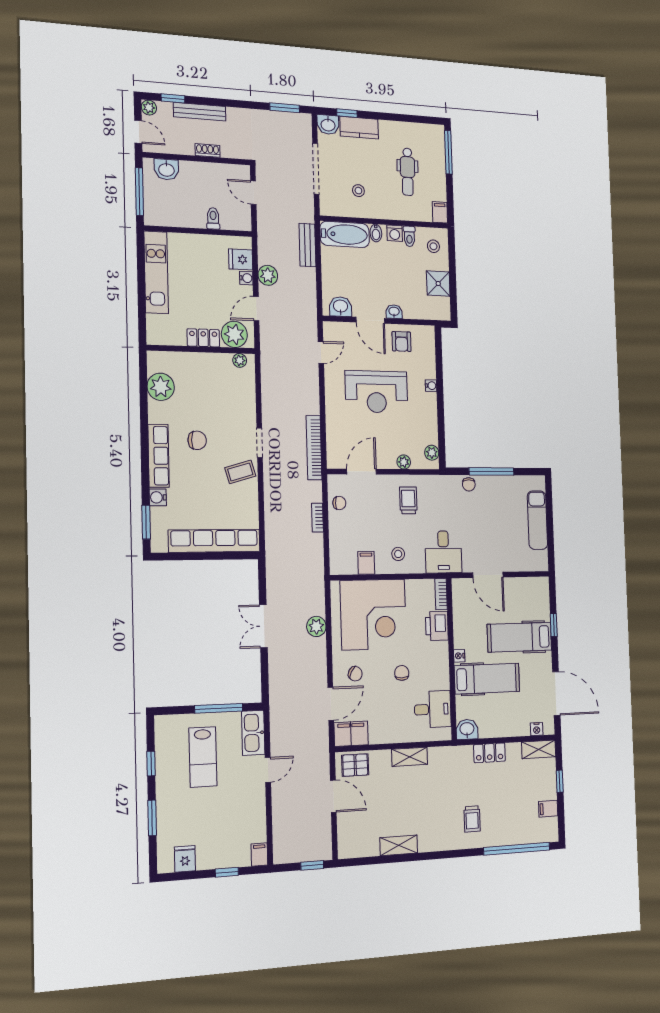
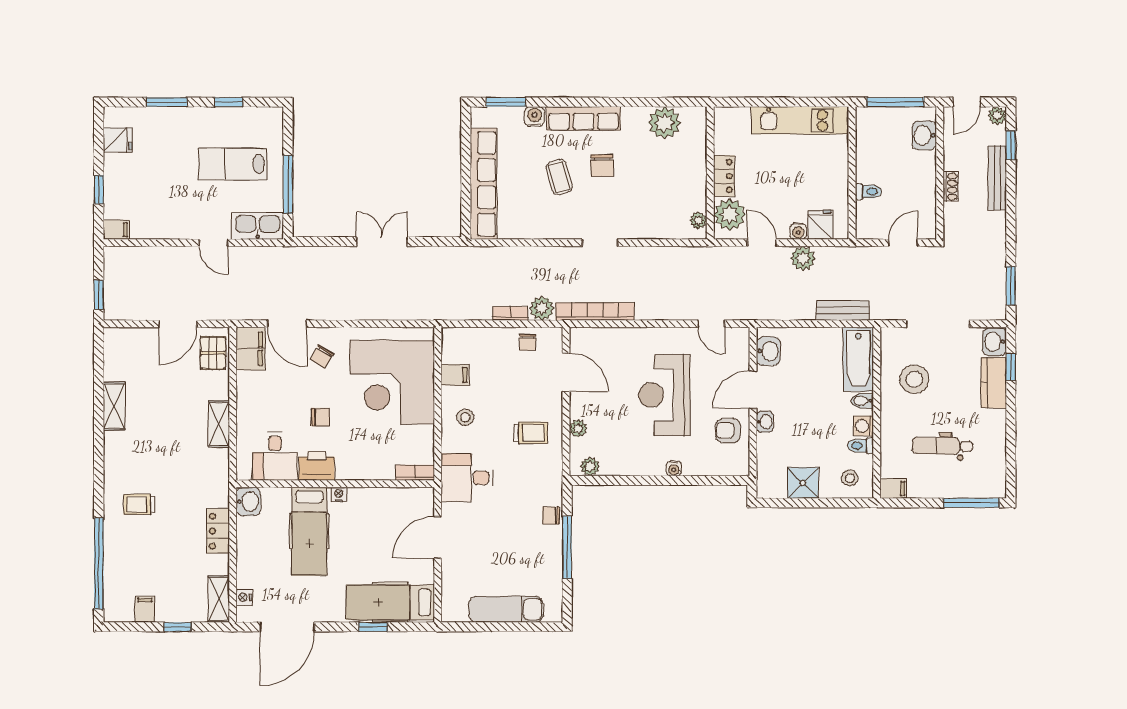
stool: (358, 191) -> (914, 379), width x1.89, depth x1.89
coffee table: (240, 472) -> (559, 177), moved
plant: (316, 626) -> (542, 308), moved
printer: (437, 626) -> (317, 466), moved
hospital bed: (520, 637) -> (390, 602), moved, turned -90

